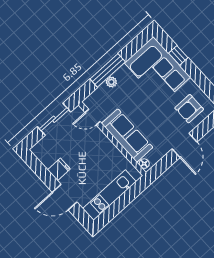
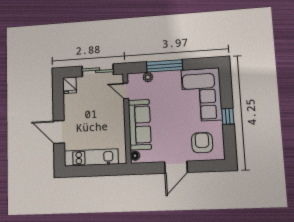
window: (178, 55) -> (228, 116), moved
plant: (111, 82) -> (148, 77), moved
armchair: (189, 109) -> (202, 143), turned 90
fridge: (59, 169) -> (70, 85), moved, turned 90

